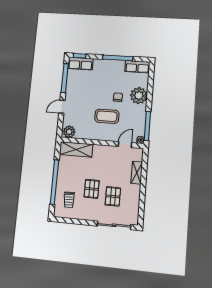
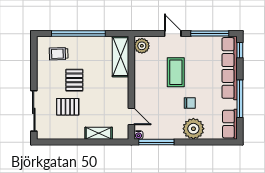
row of seats: (80, 64) -> (230, 68), width x2.02
coffee table: (107, 116) -> (176, 72), moved
pallet: (92, 189) -> (74, 80), turned 90

